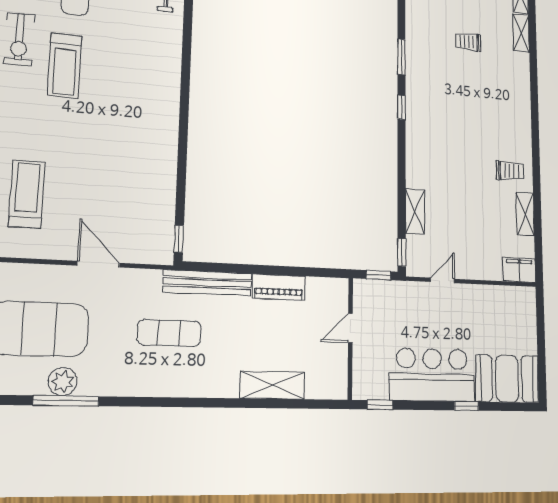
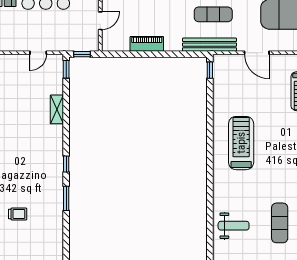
treadmill: (65, 65) -> (241, 143), moved, width x1.37, depth x1.38
shelving: (415, 212) -> (57, 109), moved
bench: (207, 283) -> (210, 45), moved

